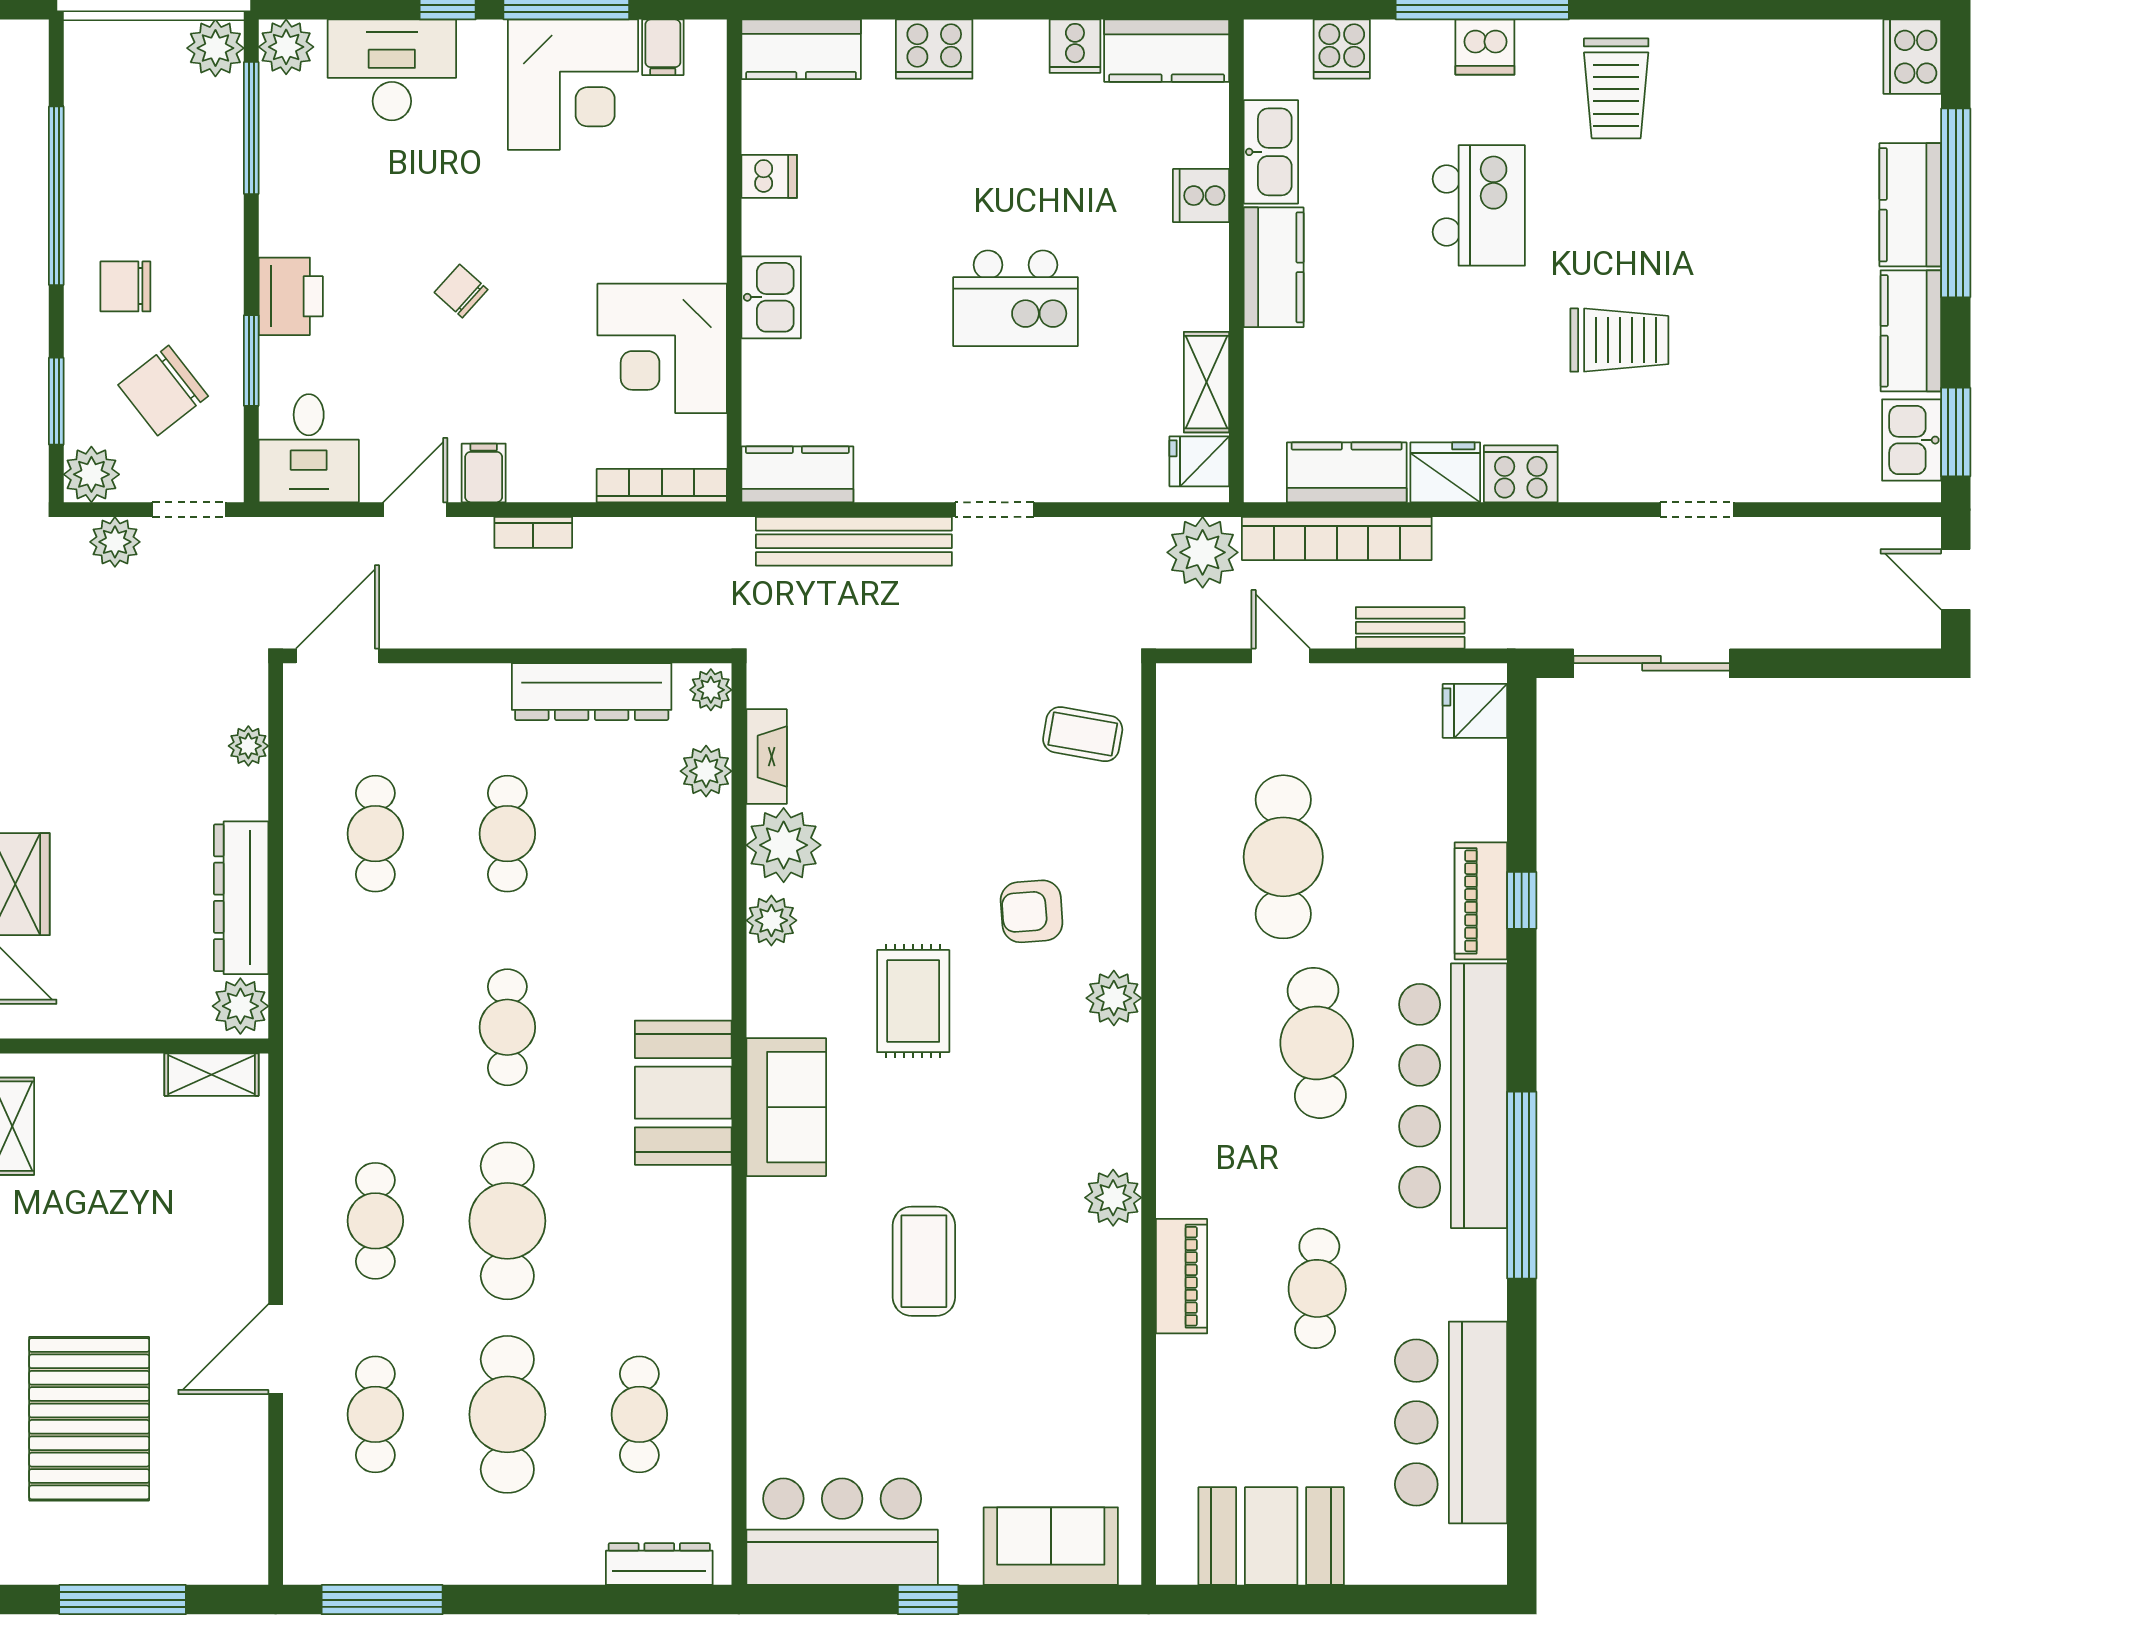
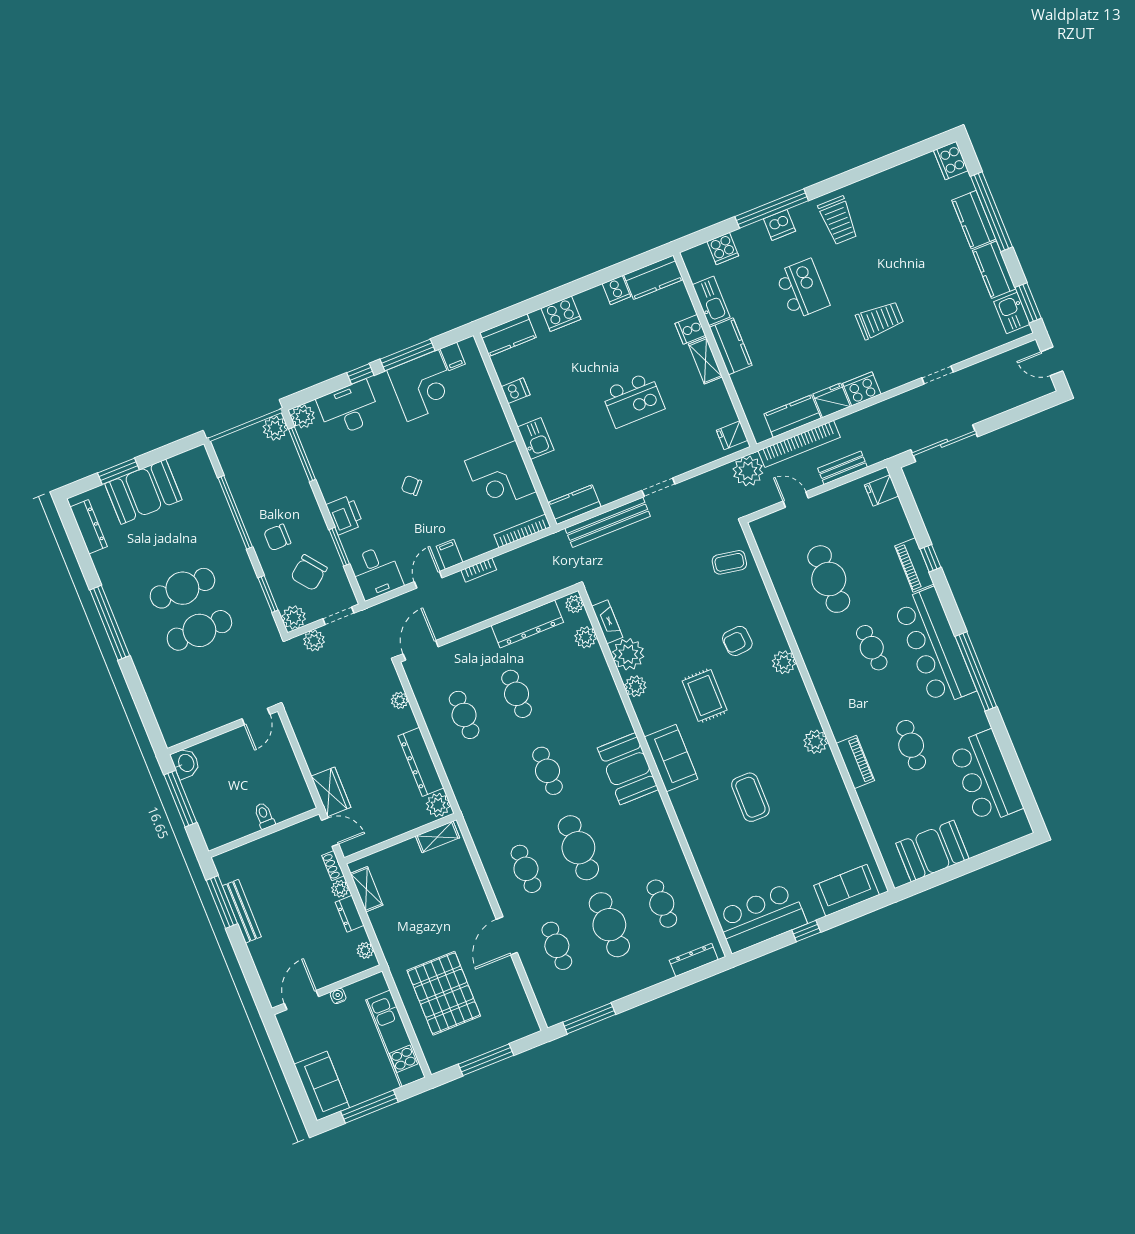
shelving: (1206, 382) -> (705, 361), moved
cafe table: (1317, 1043) -> (872, 648), width x0.73, depth x0.74

